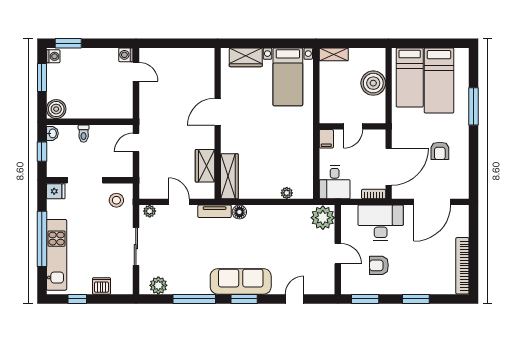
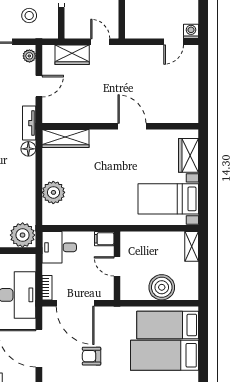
wardrobe: (205, 166) -> (72, 55), moved, turned 180
plant: (287, 193) -> (53, 192), width x1.88, depth x1.88
stool: (116, 200) -> (29, 16), moved

